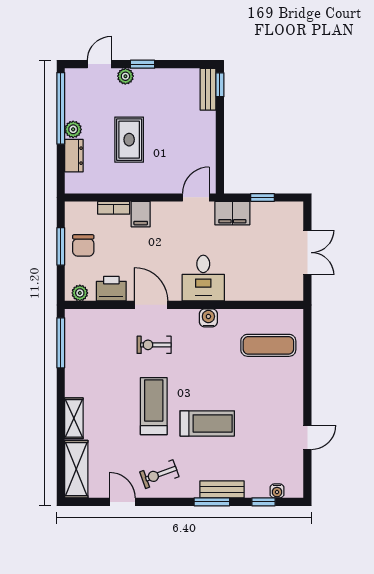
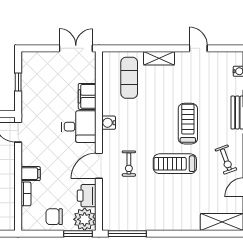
filing cabinet: (232, 213) -> (87, 96), moved, turned 180
chair: (83, 245) -> (54, 217), turned 180
window: (61, 246) -> (78, 234), moved
double door: (307, 253) -> (76, 48), moved
plant: (80, 293) -> (85, 219), width x1.88, depth x1.88
shelving: (74, 418) -> (159, 58), moved

